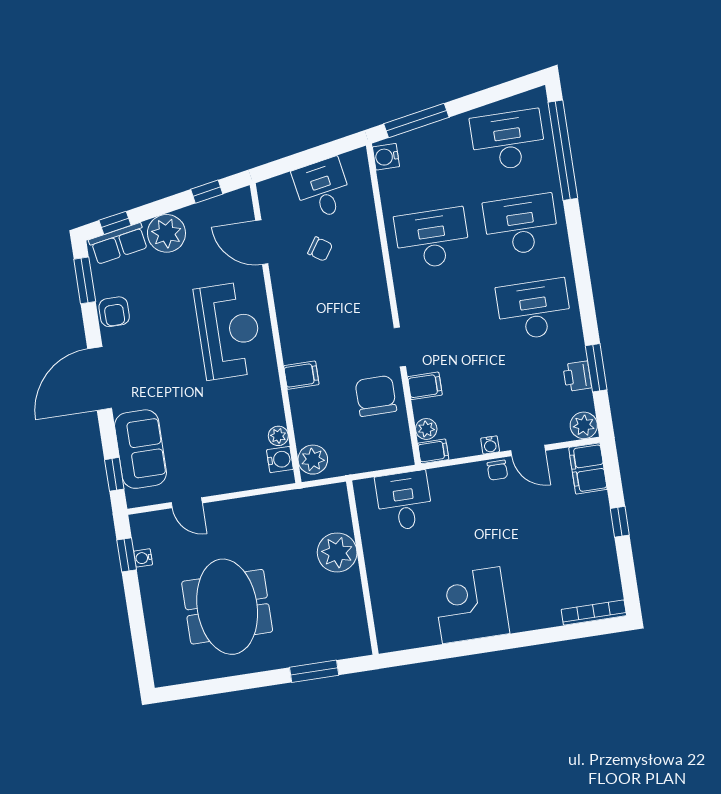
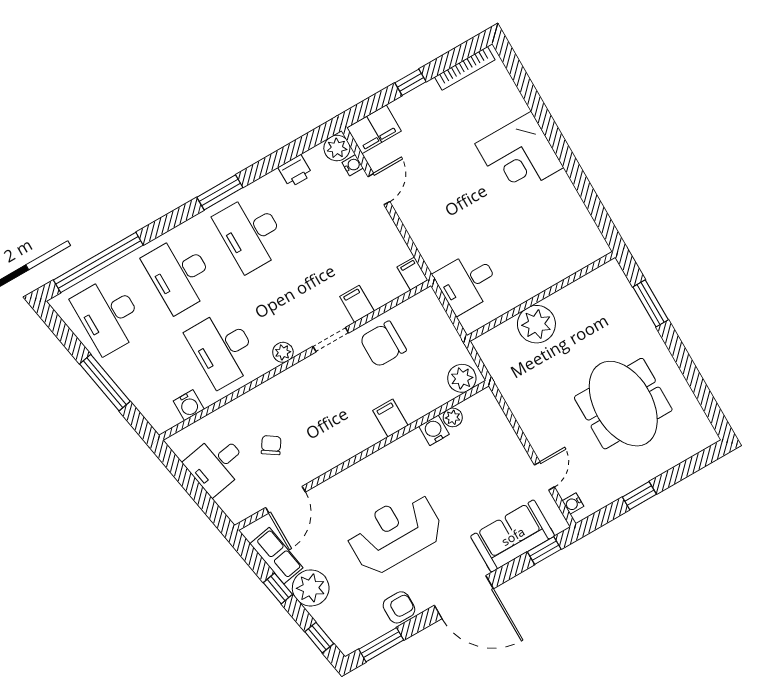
window: (416, 121) -> (105, 383), moved
water cooler: (386, 157) -> (189, 405), moved
window: (207, 192) -> (278, 589), moved
row of seats: (119, 244) -> (276, 556), moved
reception desk: (229, 331) -> (395, 533), moved
window: (596, 368) -> (220, 192), moved
plant: (426, 429) -> (283, 352), moved
water cooler: (490, 445) -> (353, 165), moved
water cooler: (280, 460) -> (434, 430), moved
chair: (497, 470) -> (407, 210), removed
window: (127, 555) -> (639, 496), moved
water cooler: (143, 558) -> (573, 504), moved, turned 90
corner desk: (471, 605) -> (519, 156), moved
meeting table: (227, 607) -> (623, 404), turned 90
bookcase: (594, 613) -> (465, 68), moved, turned -90

